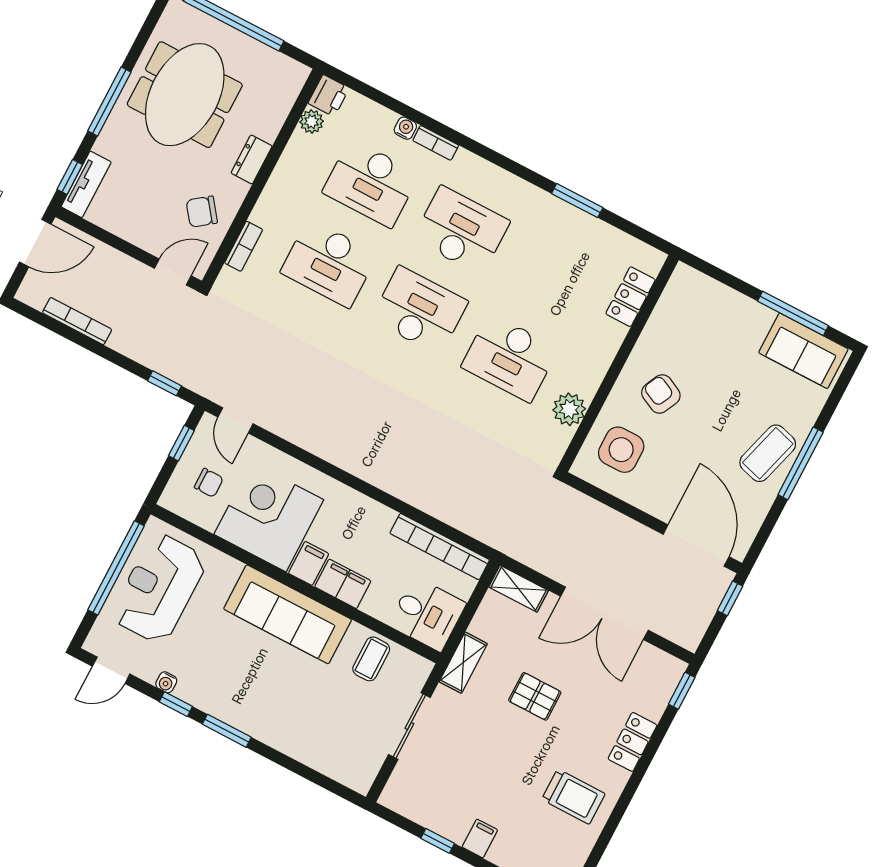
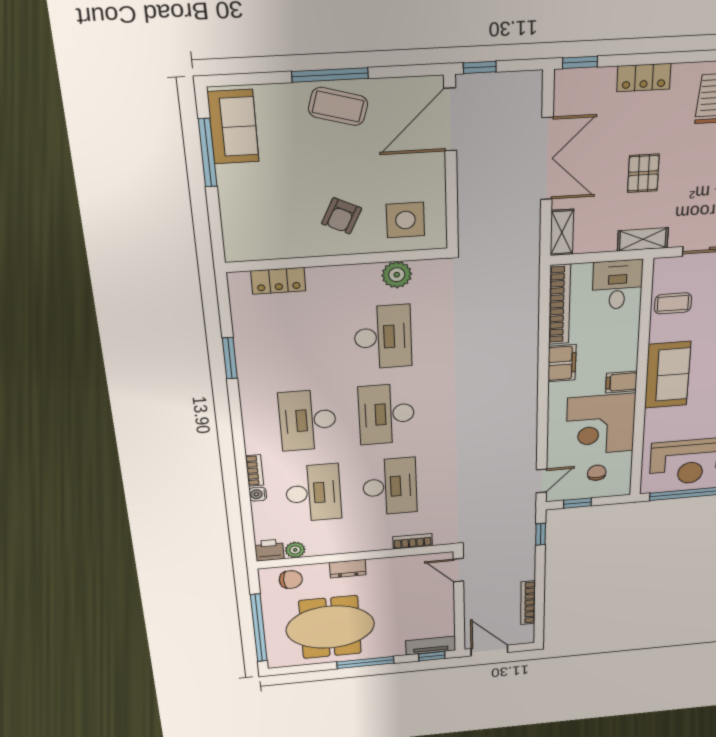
chair: (202, 212) -> (291, 580), moved, turned -53
filing cabinet: (343, 584) -> (562, 363), moved, turned 180
sofa: (288, 614) -> (668, 375), width x0.73

